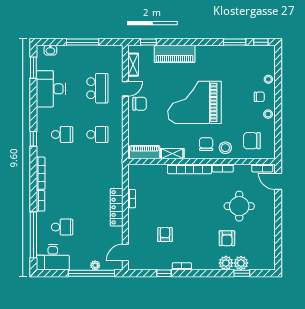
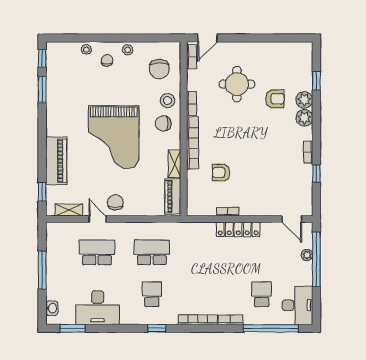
school desk: (97, 134) -> (152, 252), width x1.85
armchair: (165, 235) -> (221, 172), moved
plant: (241, 263) -> (304, 118), moved

